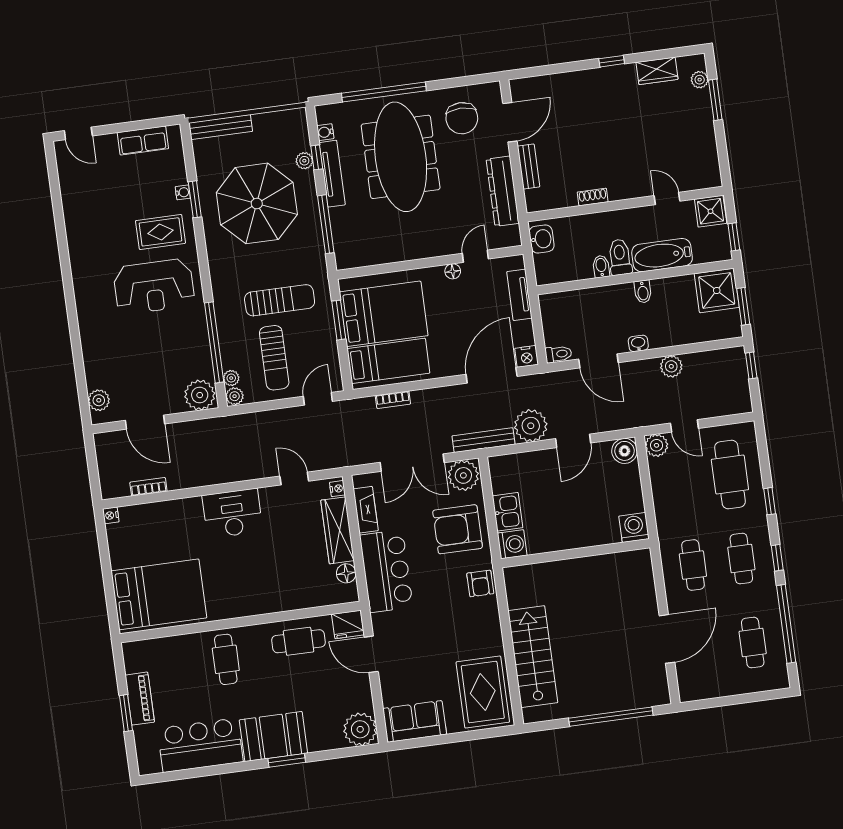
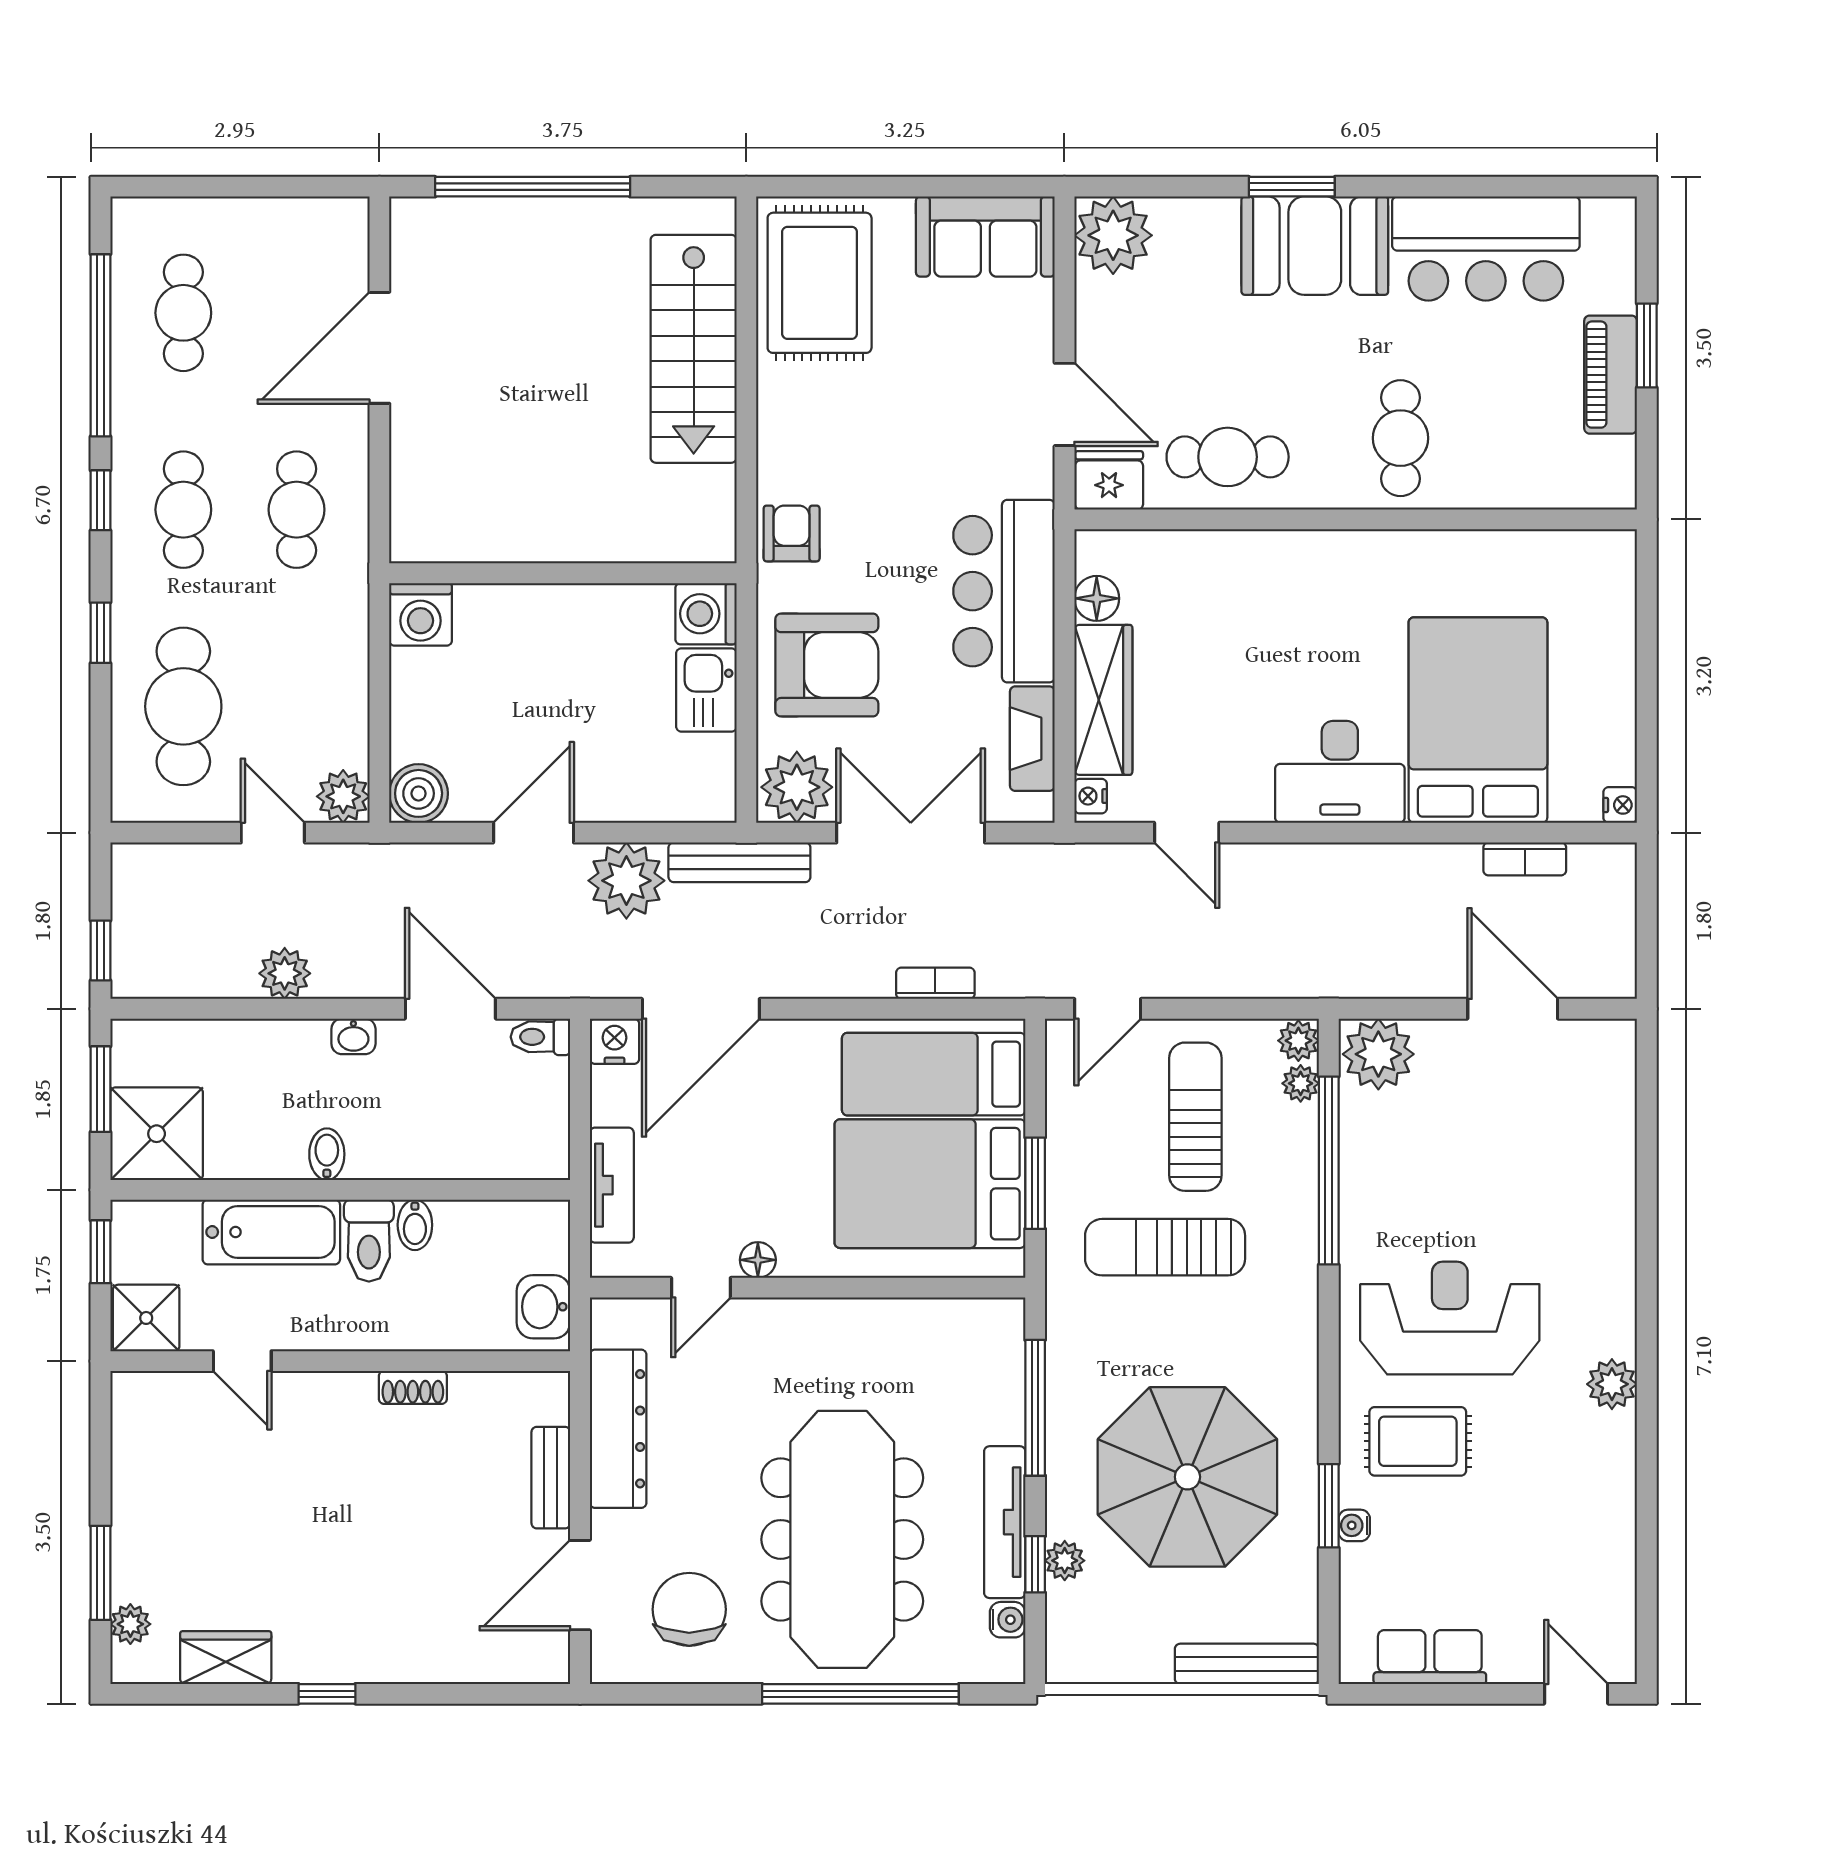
plant: (99, 400) -> (1612, 1384), moved
bed: (159, 594) -> (1478, 720), moved, turned 90

